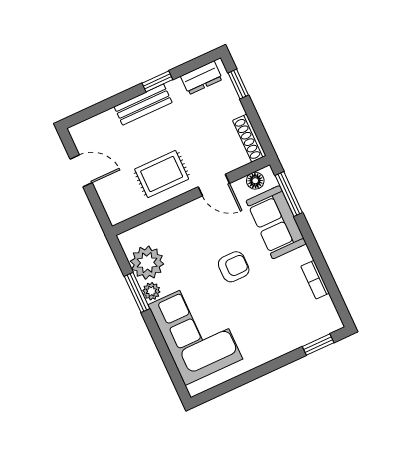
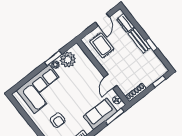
dresser: (201, 78) -> (125, 23), moved
rug: (162, 174) -> (102, 45), moved
armchair: (234, 267) -> (58, 120), moved

